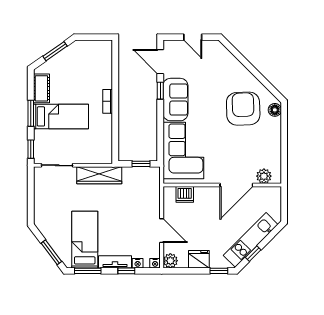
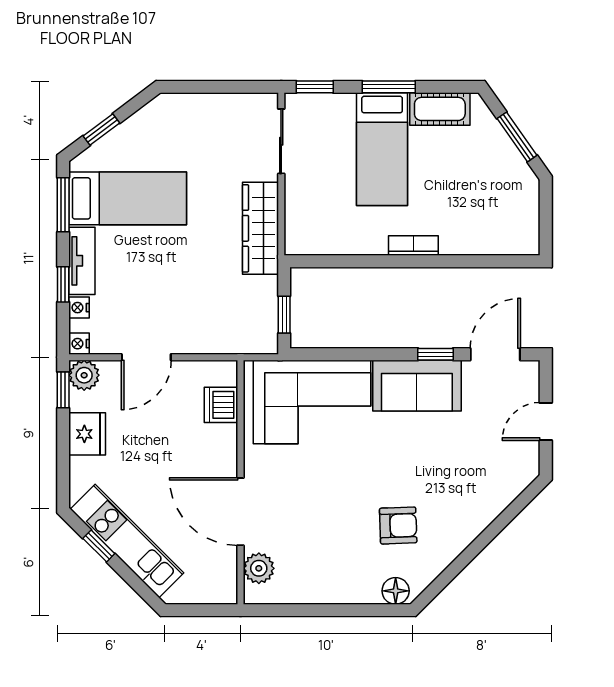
armchair: (243, 109) -> (398, 526), width x0.53, depth x0.53
window: (51, 252) -> (101, 129), width x0.67
window: (219, 271) -> (63, 390), moved

